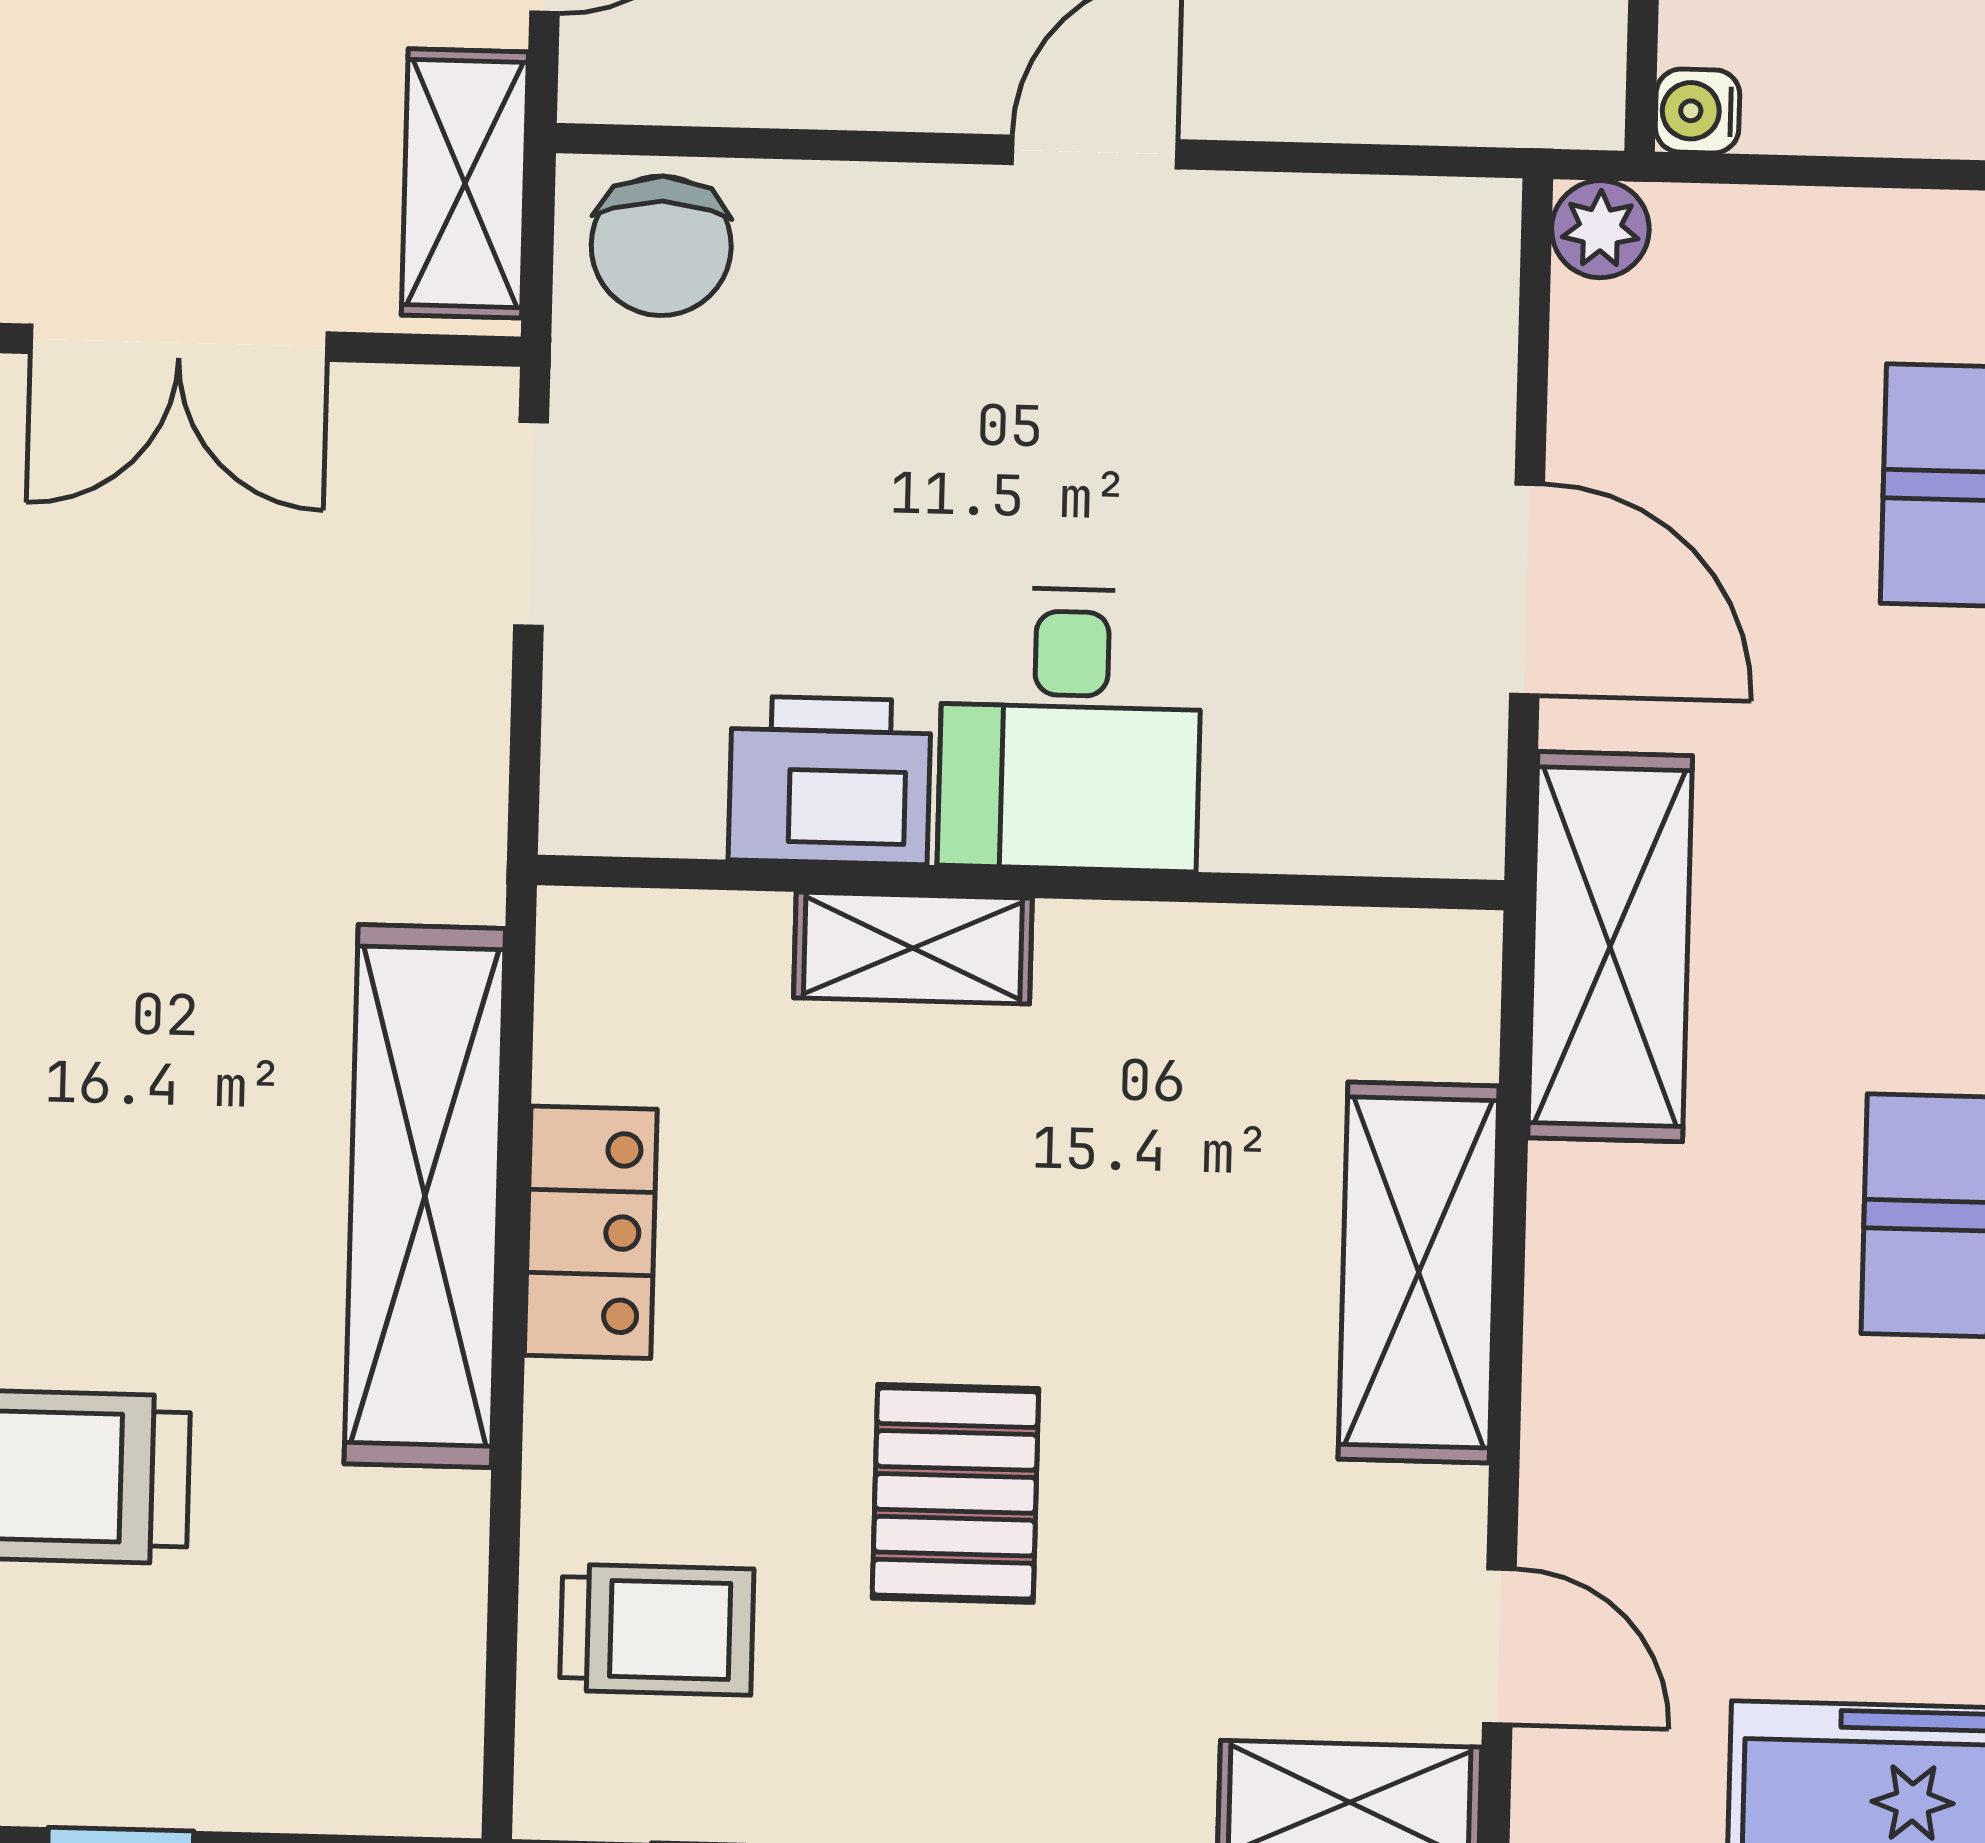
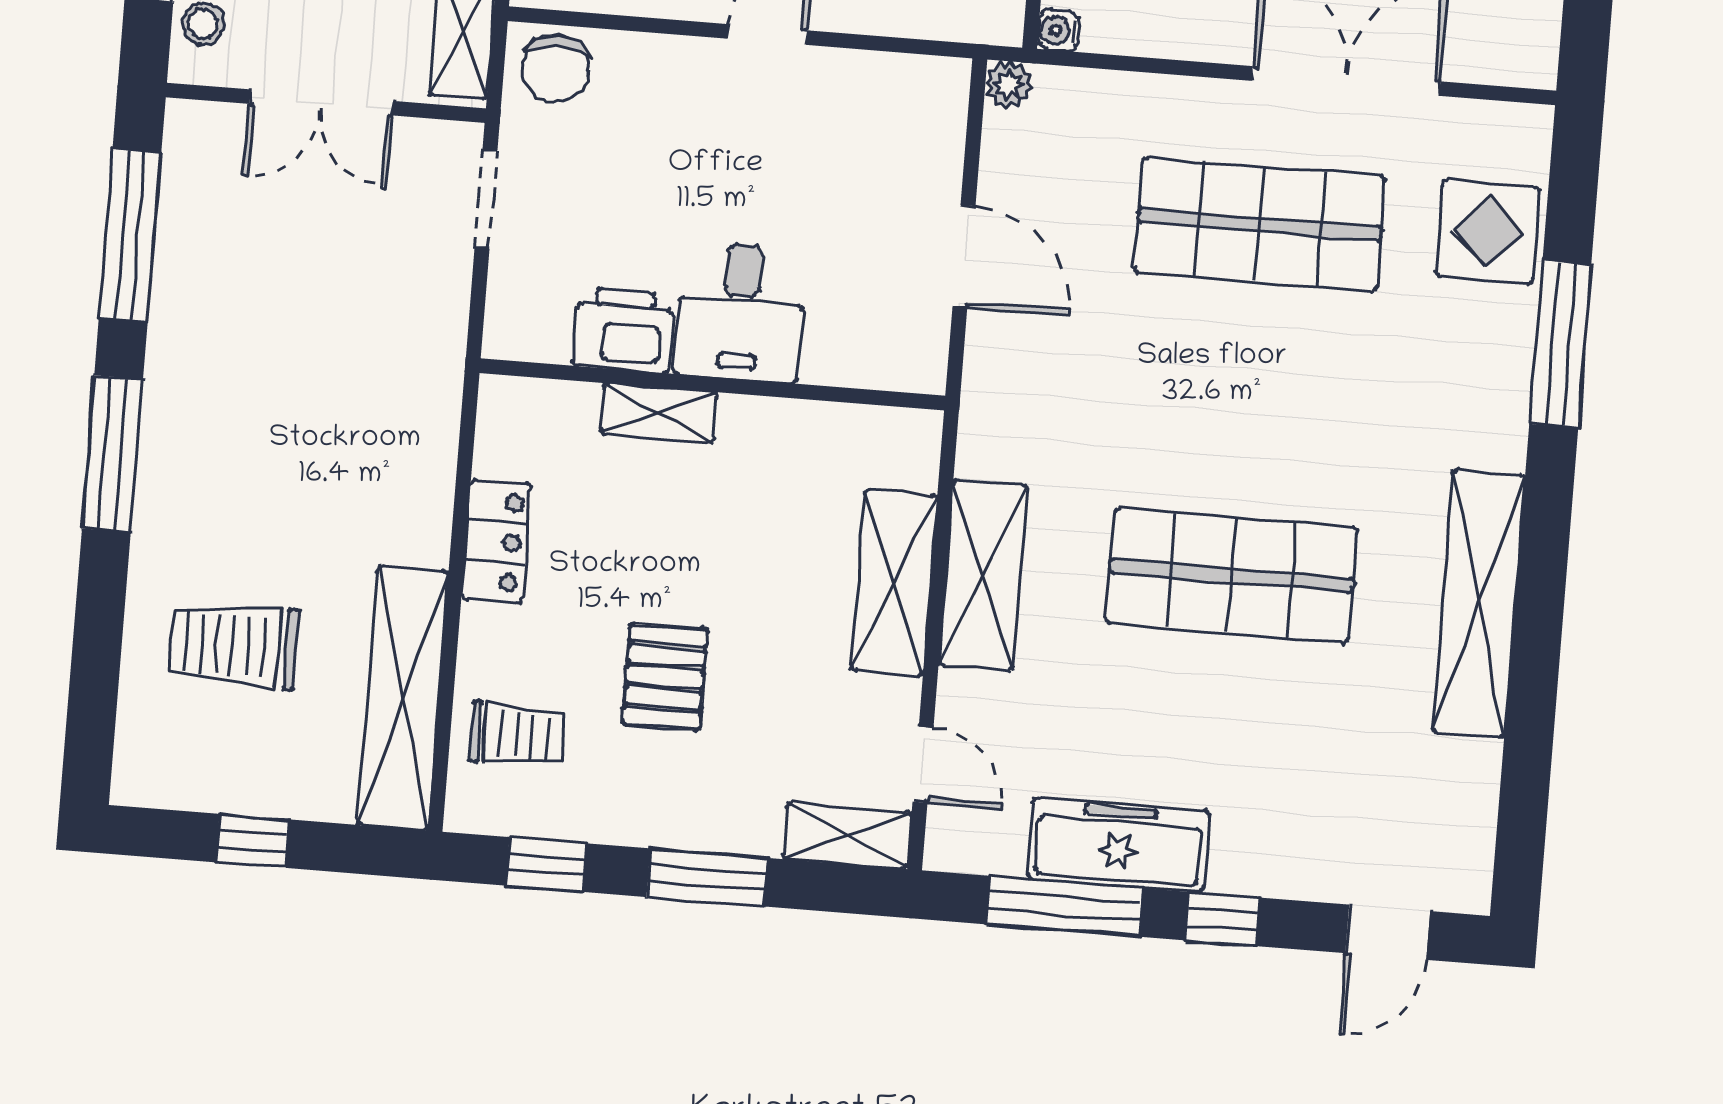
shelving: (1610, 947) -> (983, 575), moved
shelving: (425, 1196) -> (403, 698), moved

